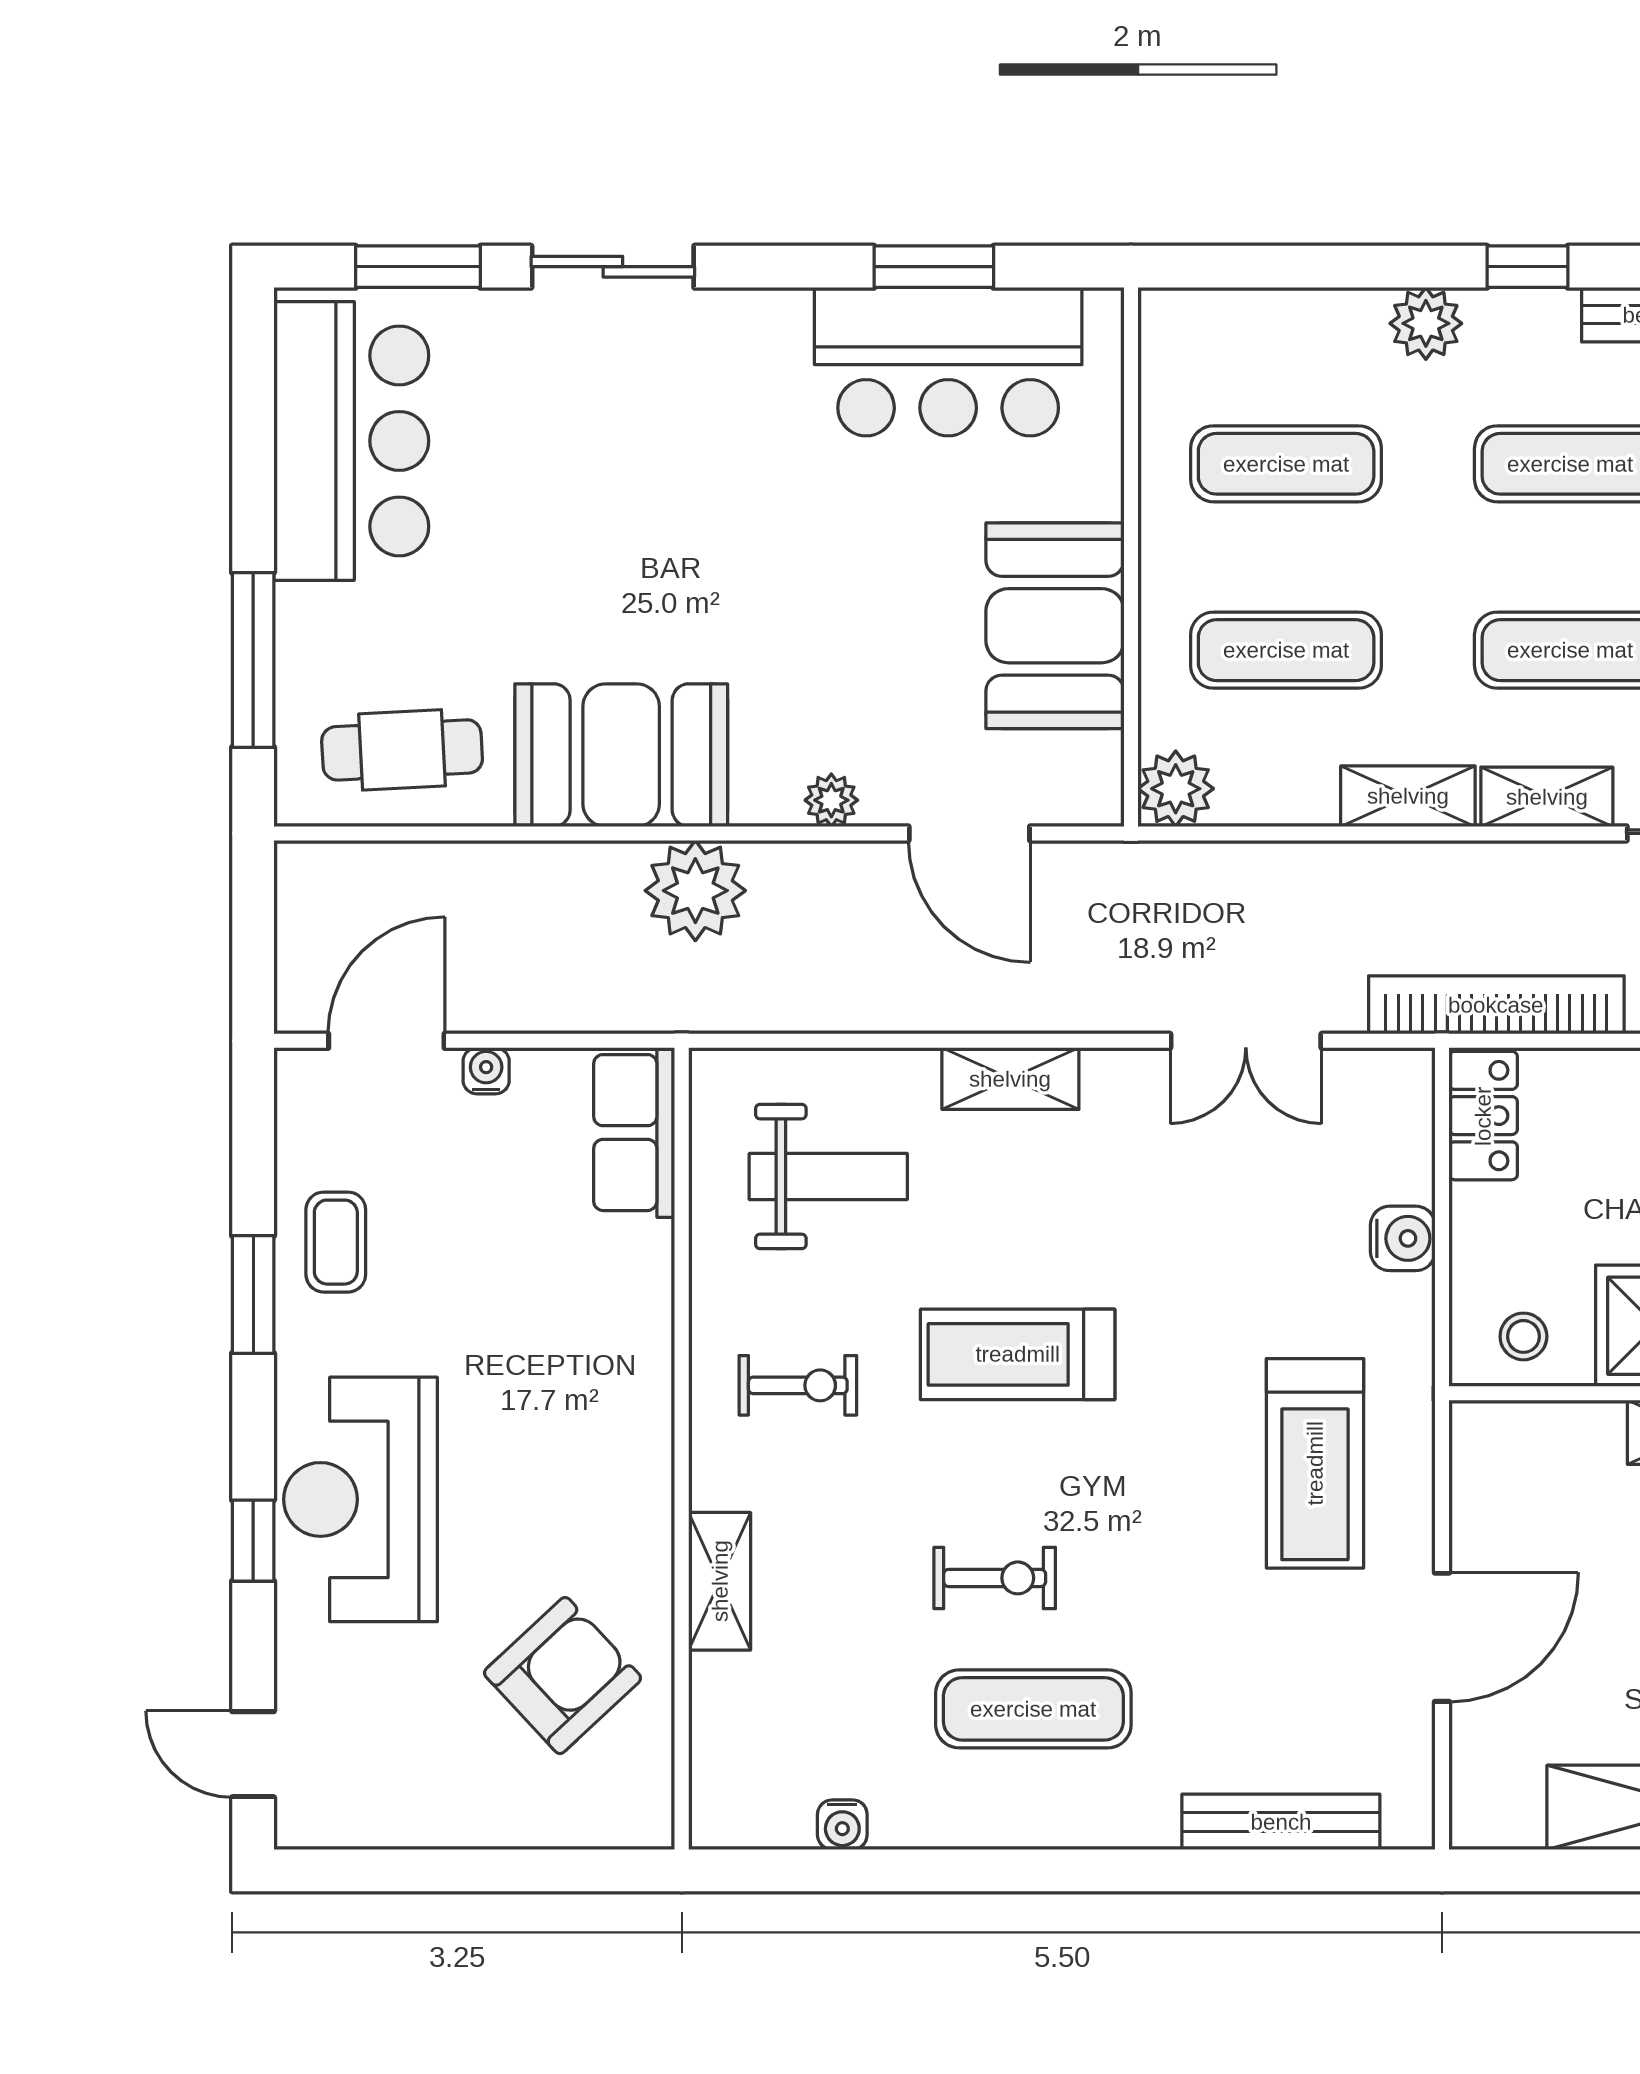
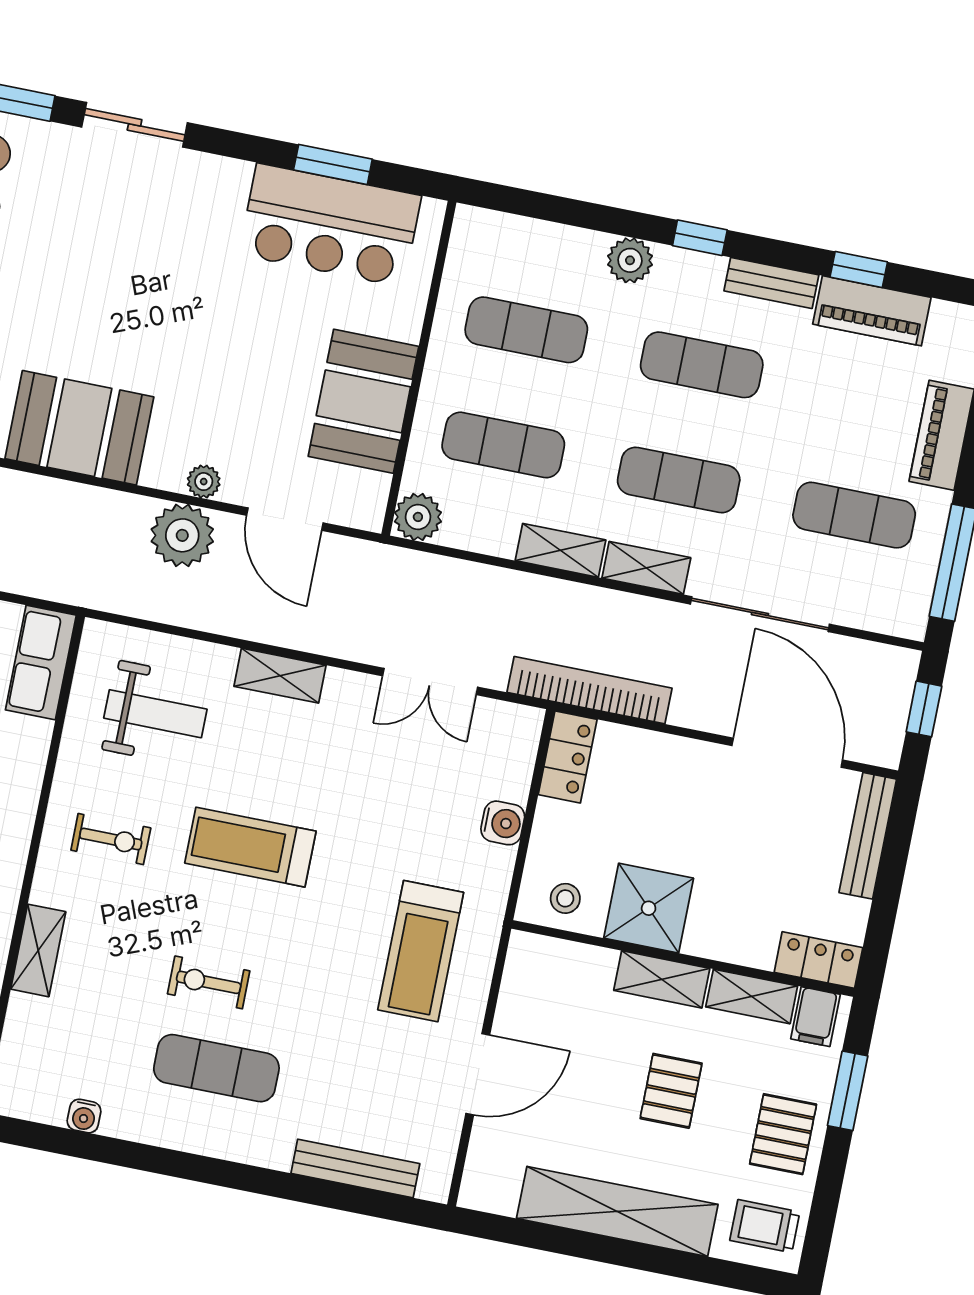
plant: (695, 891) -> (182, 535), moved
exercise bike: (995, 1578) -> (209, 982), turned 180

